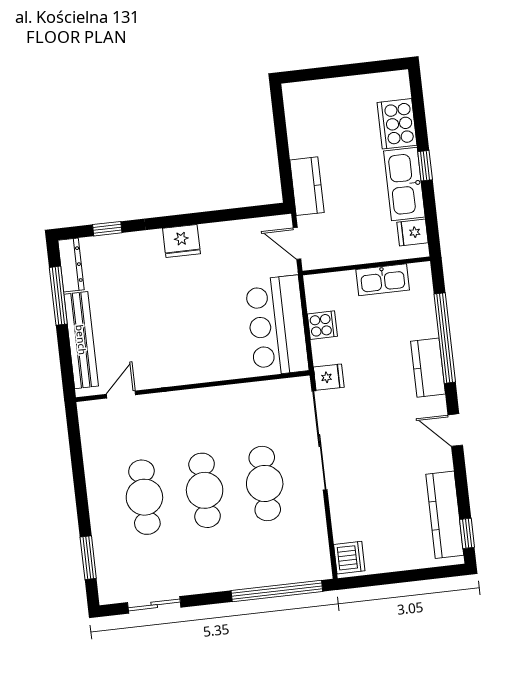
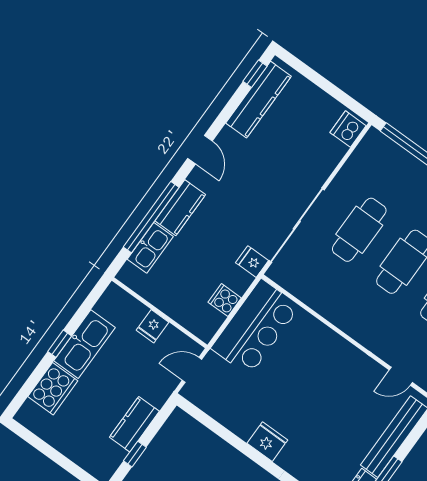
window: (281, 132) -> (135, 454), added
kitchen counter: (307, 186) -> (134, 424), moved
fridge: (412, 232) -> (152, 326), moved, turned 90
door: (297, 243) -> (192, 370), swing flipped
kitchen sink: (383, 280) -> (150, 248), moved, turned 90

